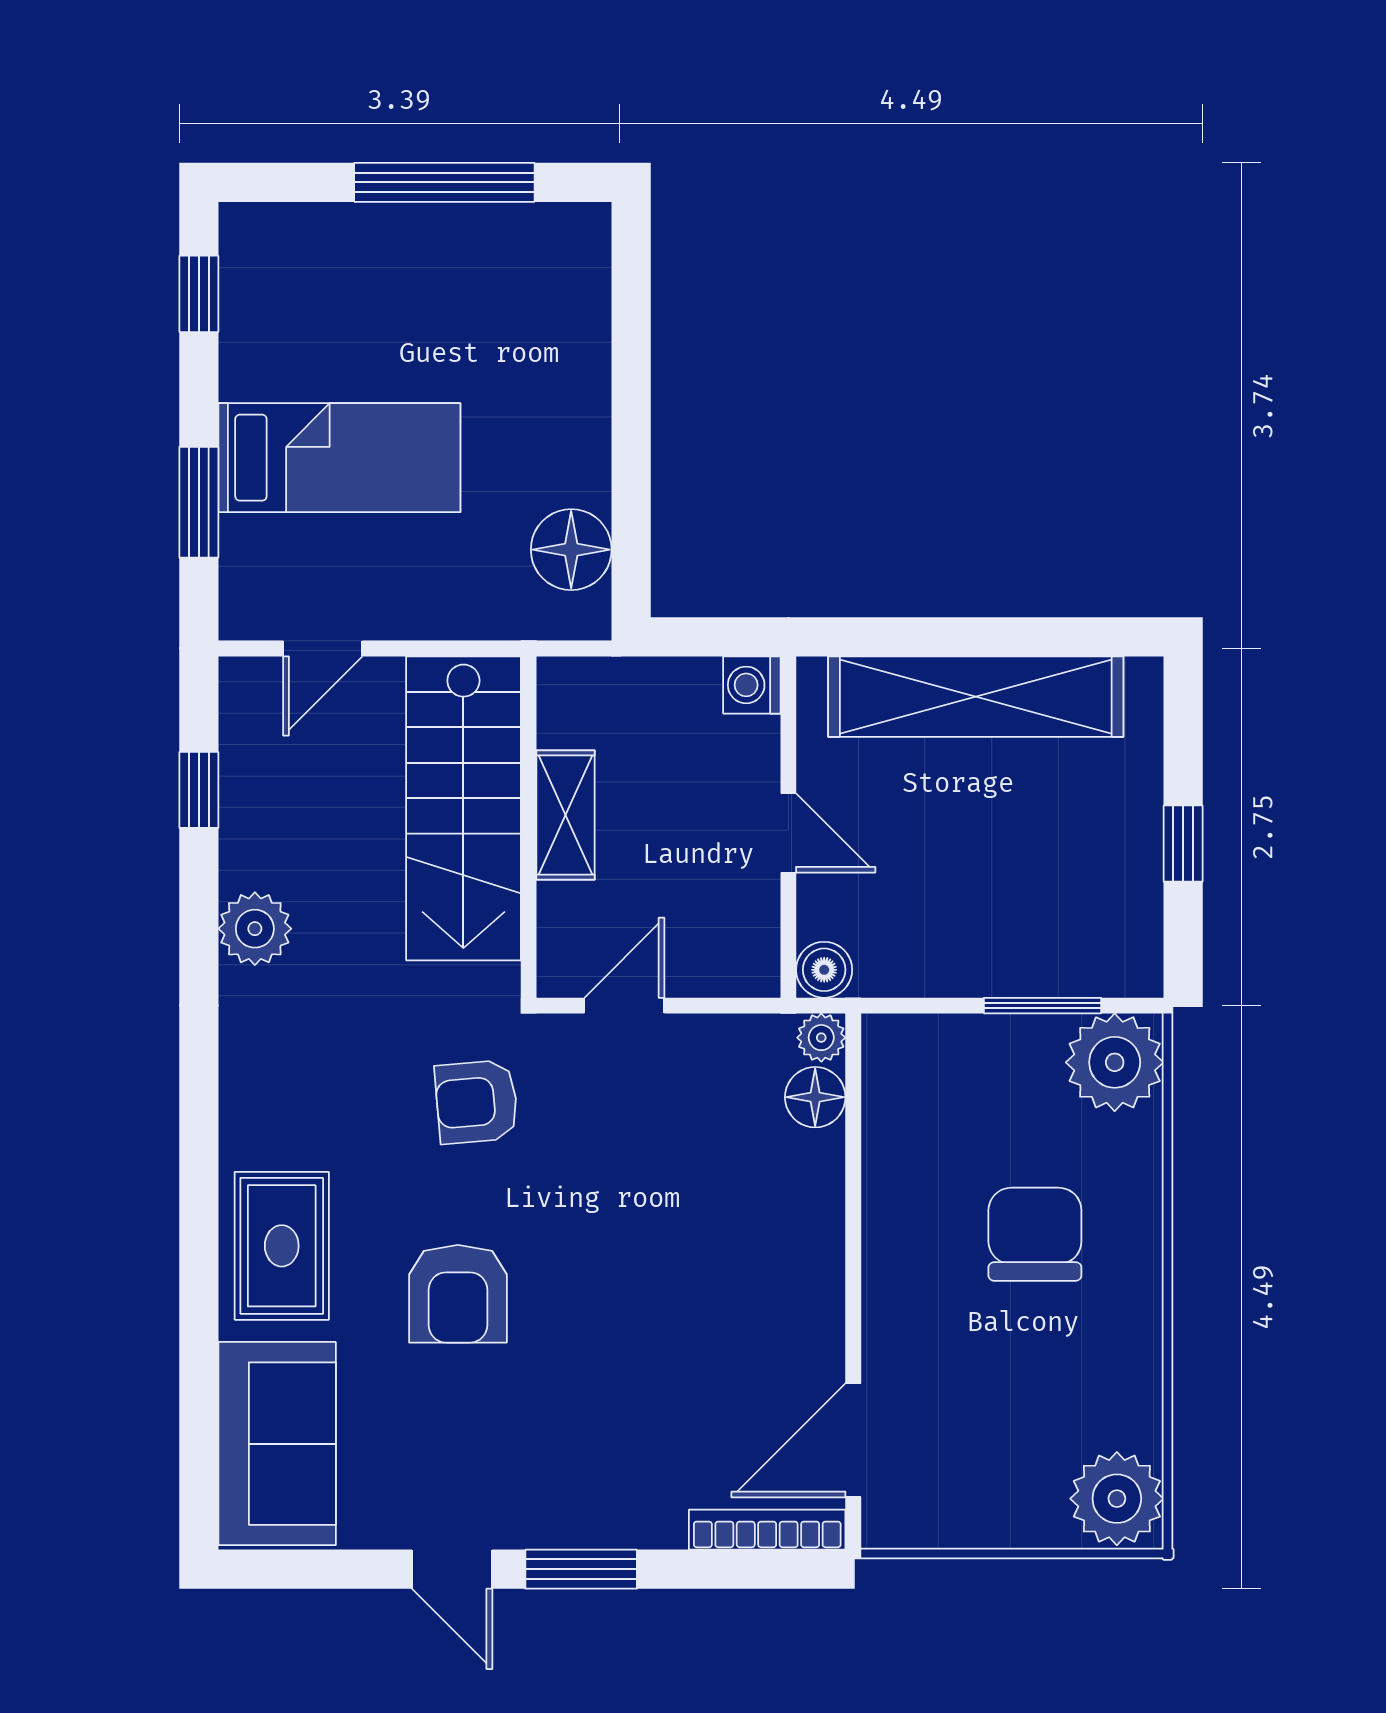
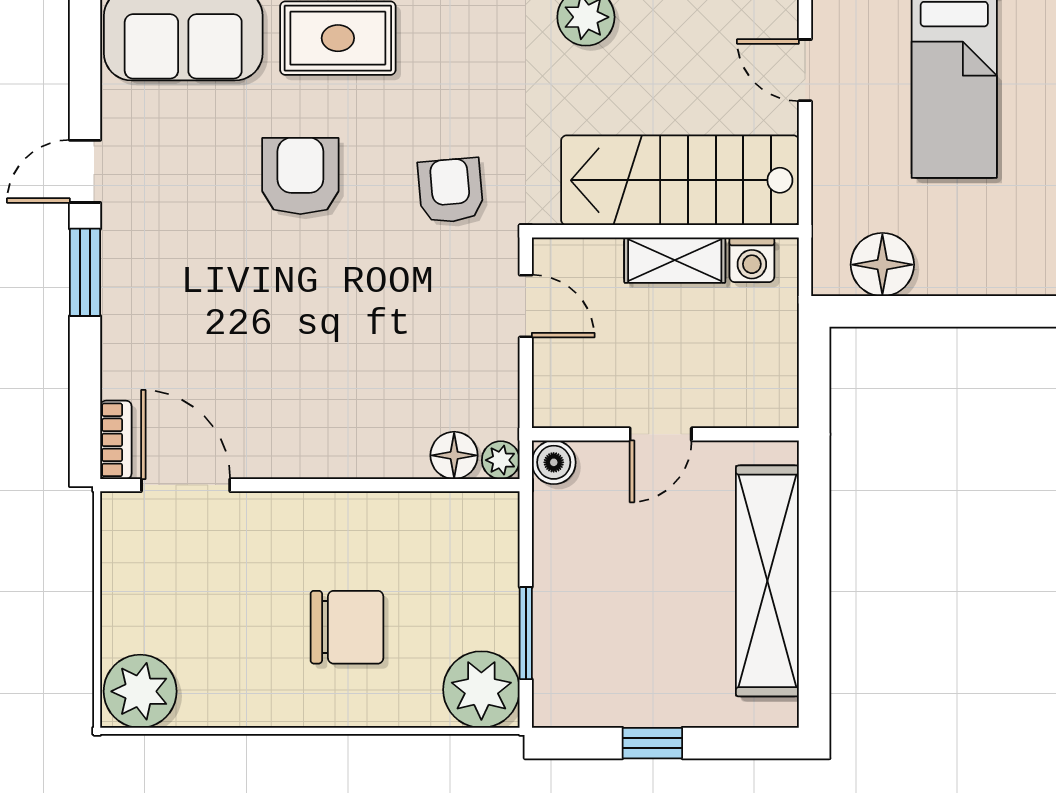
washing machine: (752, 685) -> (752, 260), moved, turned 180
armchair: (458, 1294) -> (300, 176), turned 90
bookcase: (767, 1530) -> (116, 440), width x0.64

